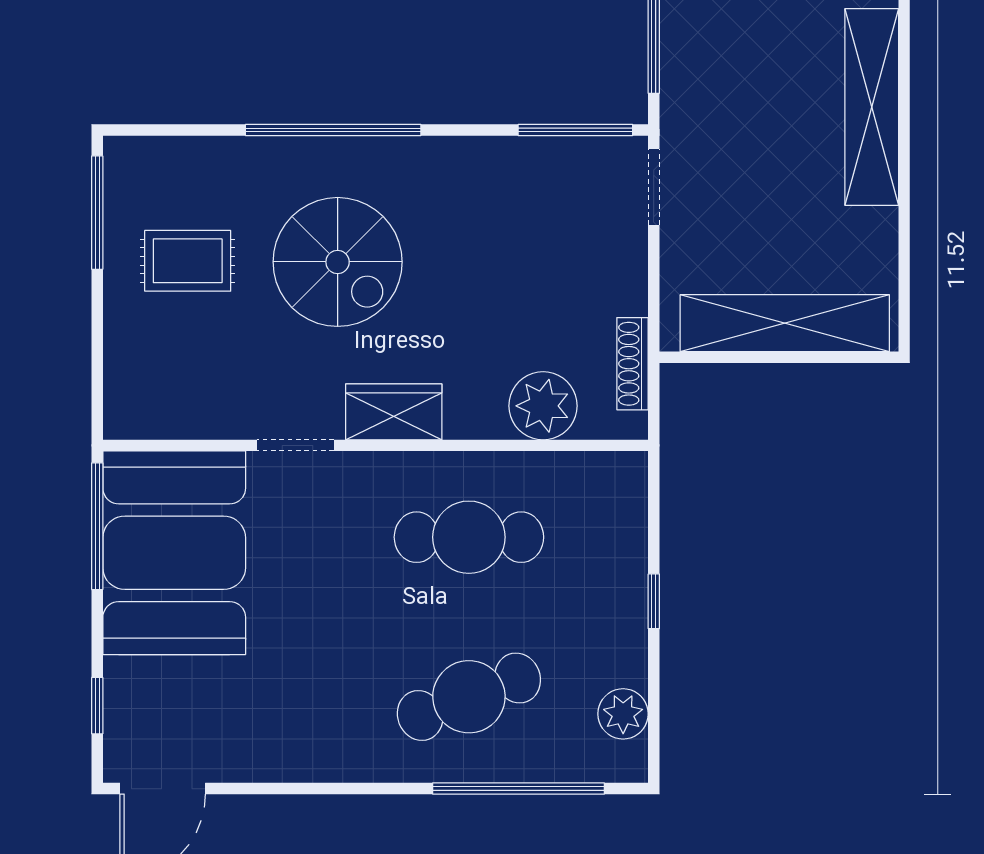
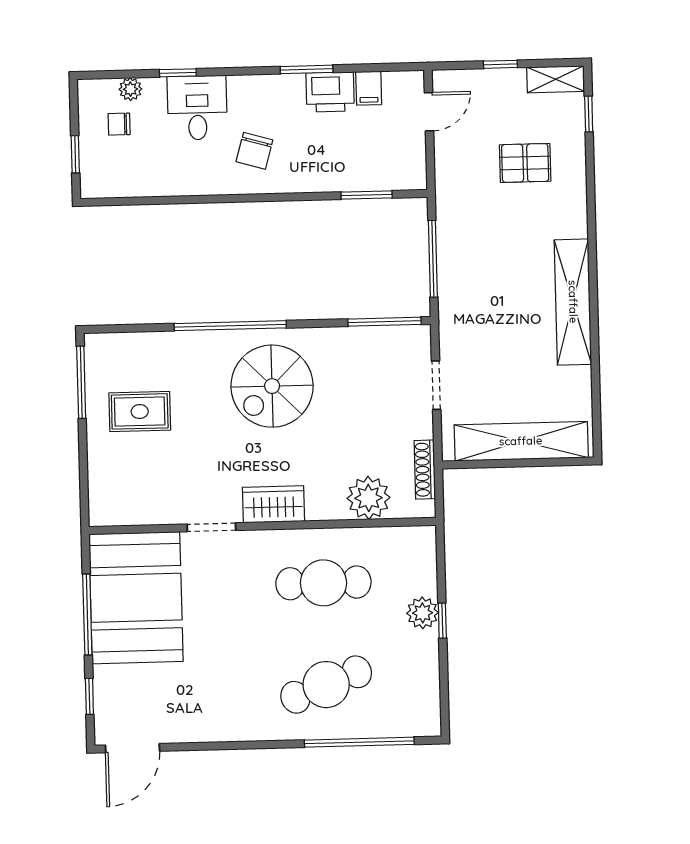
doorway: (654, 187) -> (436, 385), moved
spiral stairs: (338, 262) -> (272, 386), moved, turned 90
window: (97, 526) -> (87, 614), moved
plant: (623, 714) -> (423, 613), moved

